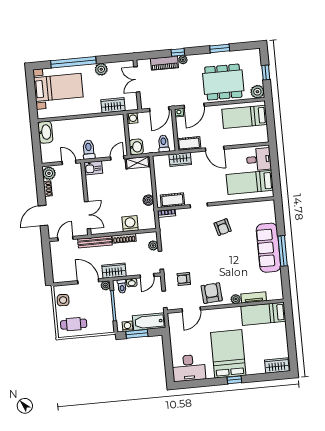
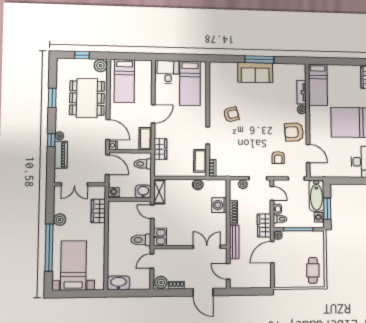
sofa: (268, 248) -> (255, 73), width x0.73
side table: (63, 300) -> (289, 279), removed

